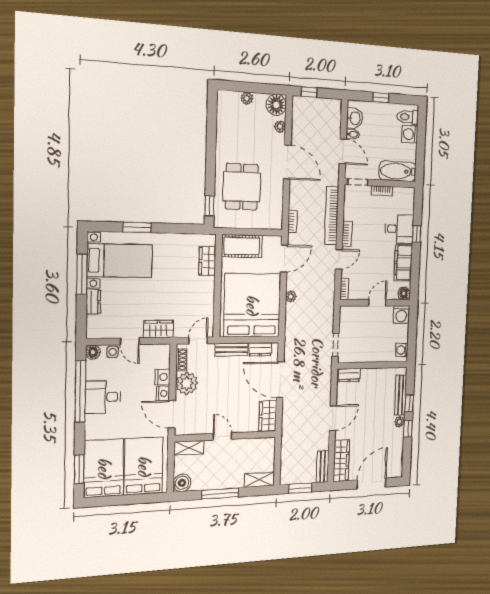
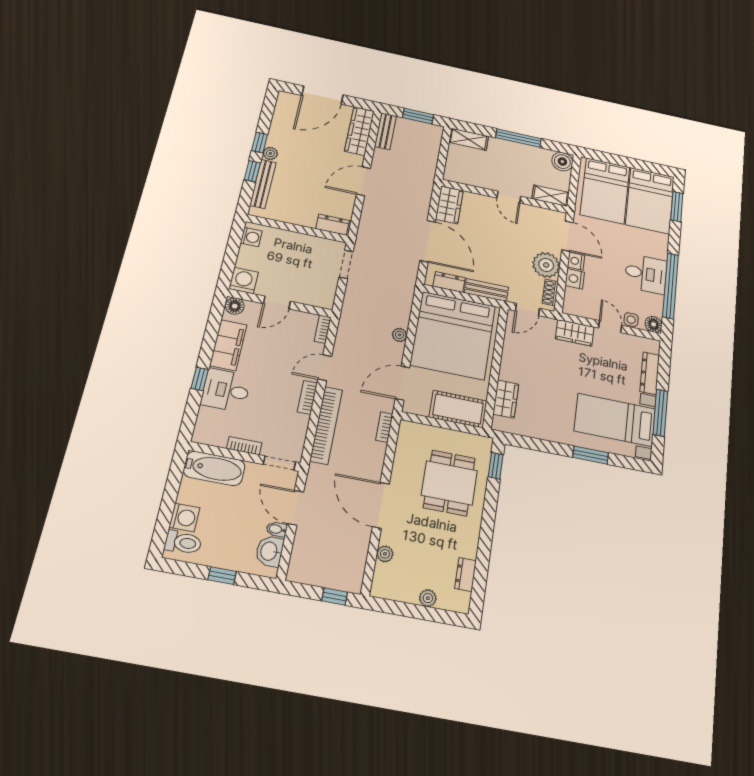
floor lamp: (276, 105) -> (386, 584), removed
dresser: (223, 119) -> (465, 574), added
dresser: (93, 302) -> (650, 373), width x1.44

